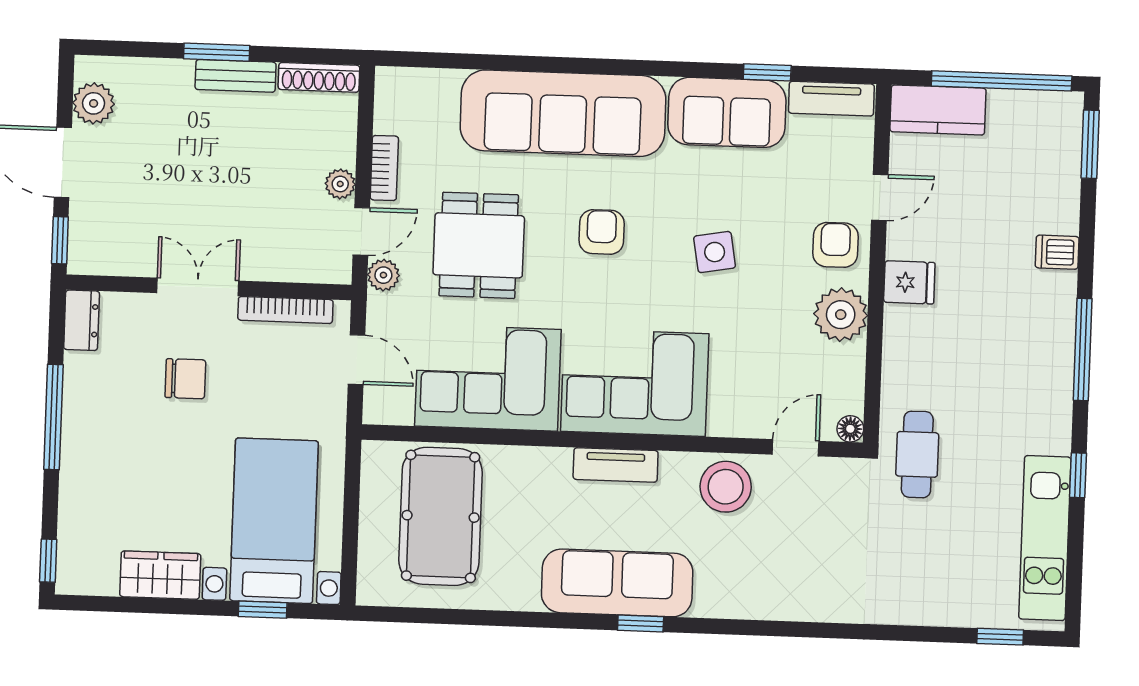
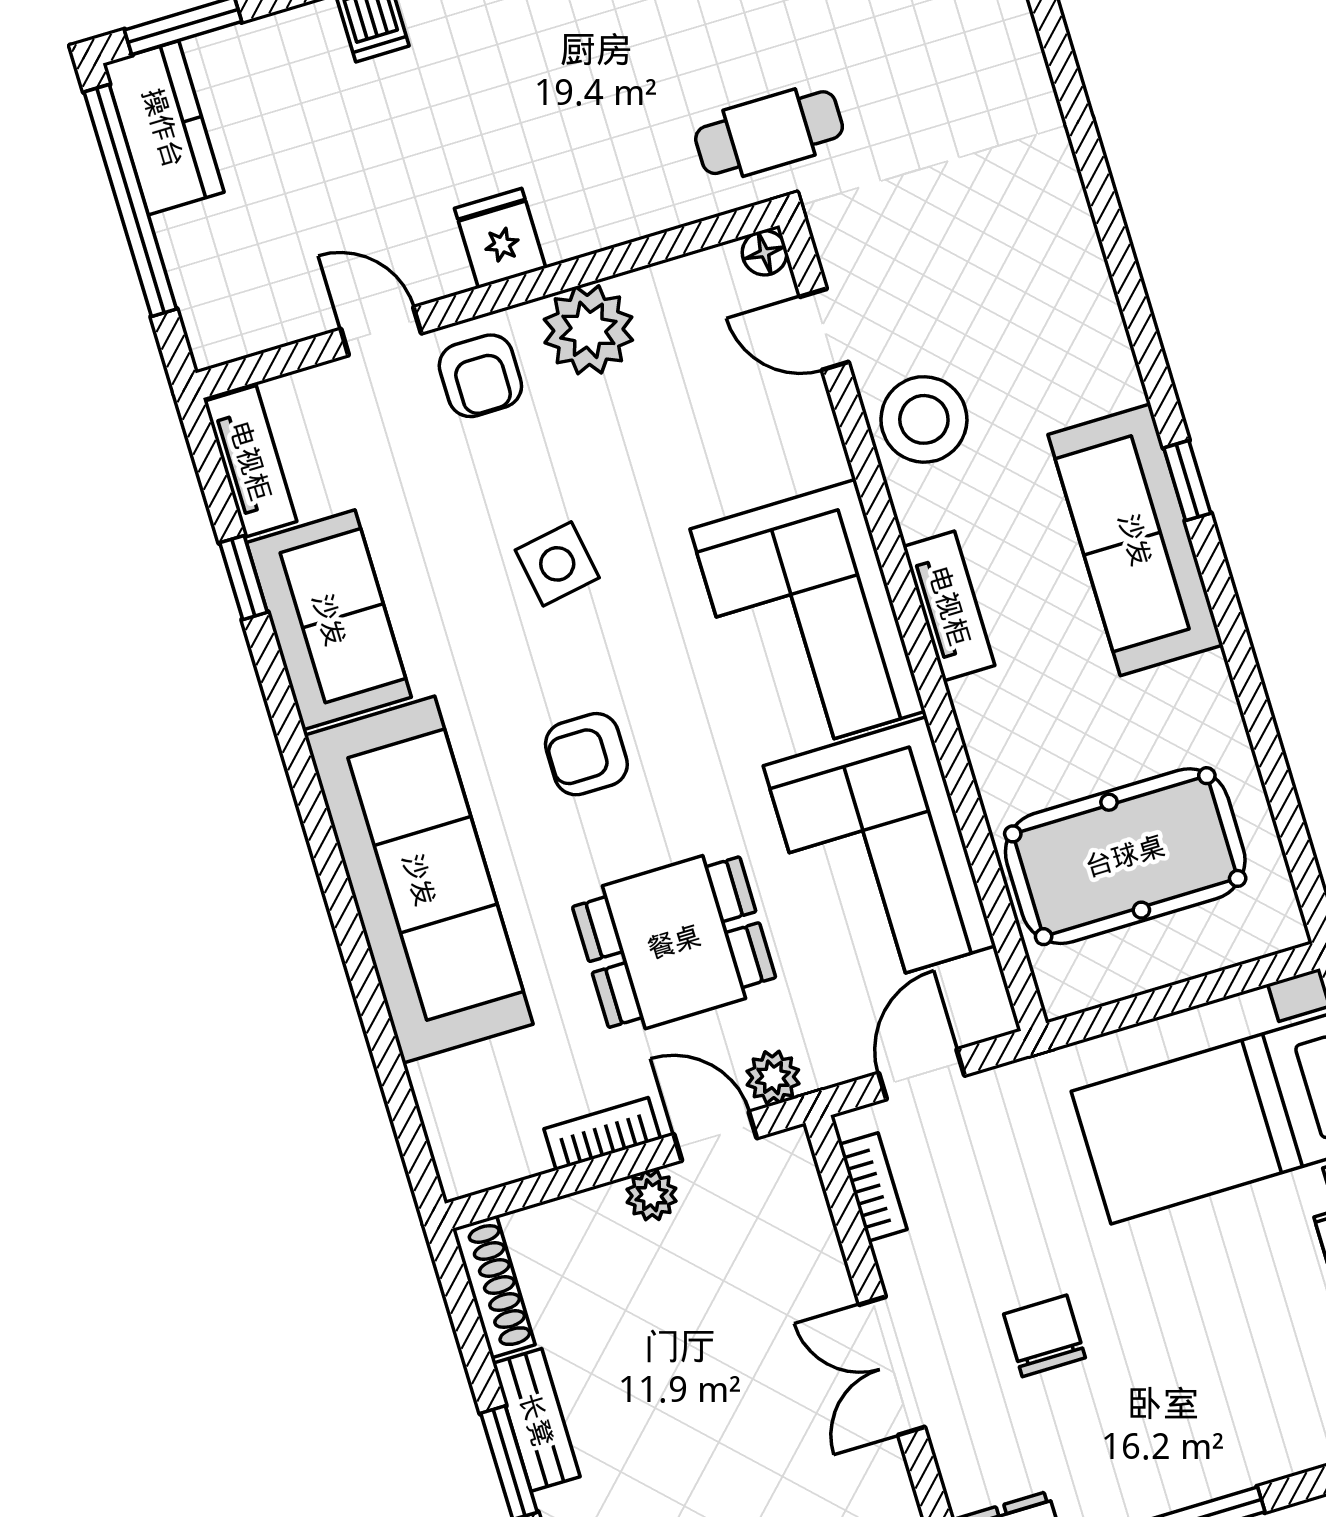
kitchen counter: (938, 110) -> (163, 128), moved
armchair: (835, 245) -> (480, 376), turned -90
bookcase: (285, 310) -> (873, 1187), width x0.64

